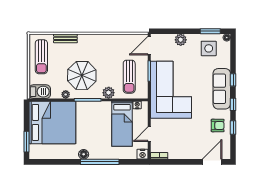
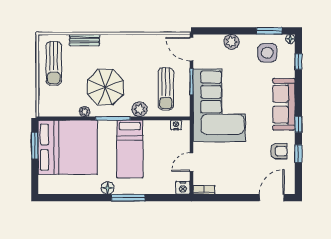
door: (149, 46) -> (191, 49), hinge flipped
window: (233, 80) -> (298, 62), moved
barbecue: (40, 92) -> (52, 108), removed
bed: (122, 124) -> (130, 149), moved
window: (26, 142) -> (35, 146), moved
window: (100, 162) -> (128, 198), width x0.68

